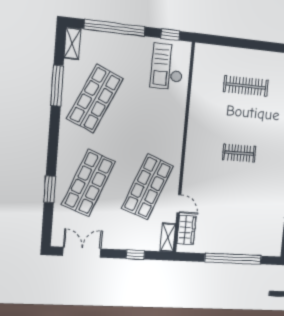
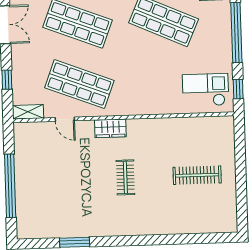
clothes rail: (246, 86) -> (197, 175), turned 90
door: (179, 204) -> (65, 119), hinge flipped
wardrobe: (186, 230) -> (110, 128), moved

